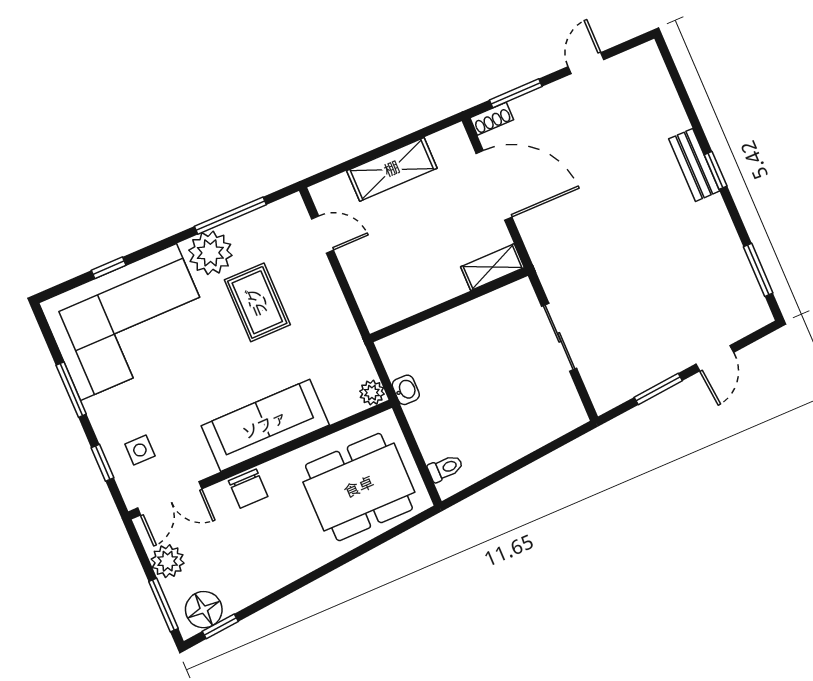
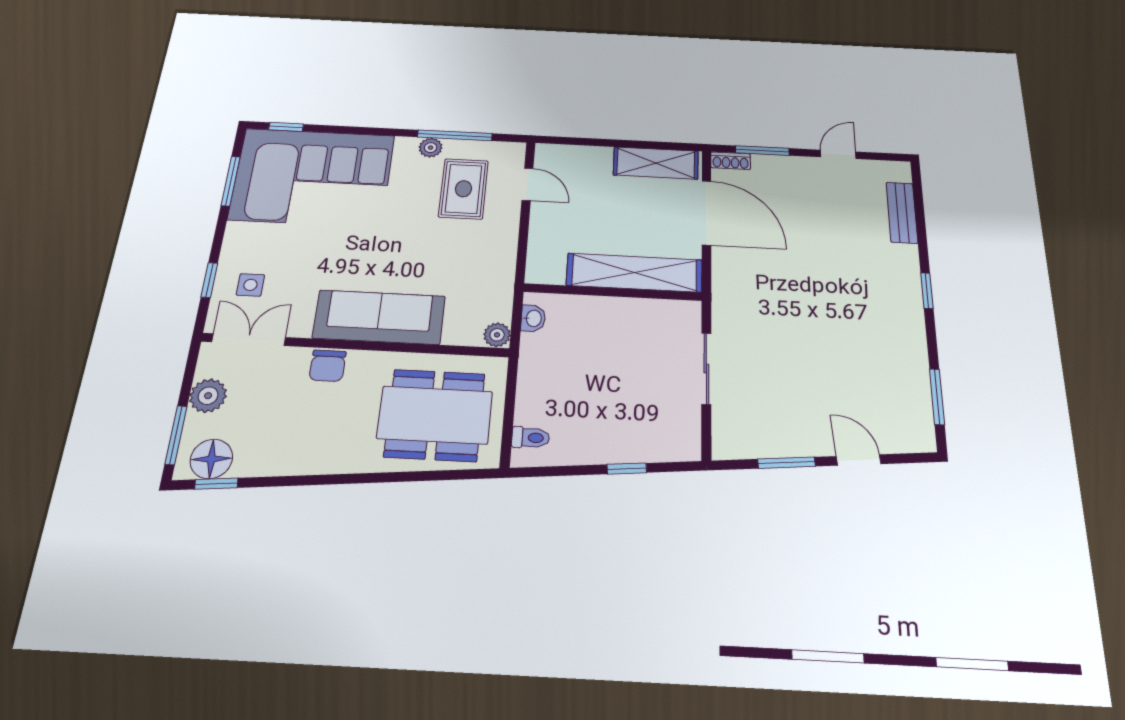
bench: (694, 165) -> (902, 213), moved
shelving: (392, 169) -> (656, 163), moved
plant: (210, 253) -> (431, 148), width x0.53, depth x0.53
shelving: (493, 267) -> (634, 273), width x2.20, depth x1.33
window: (109, 268) -> (286, 127), moved
rug: (257, 302) -> (463, 189), moved
door: (715, 358) -> (859, 460), swing flipped
window: (71, 390) -> (231, 181), moved
washbasin: (406, 390) -> (533, 318), moved
window: (534, 456) -> (627, 469), added
double door: (170, 498) -> (249, 340), swing flipped

